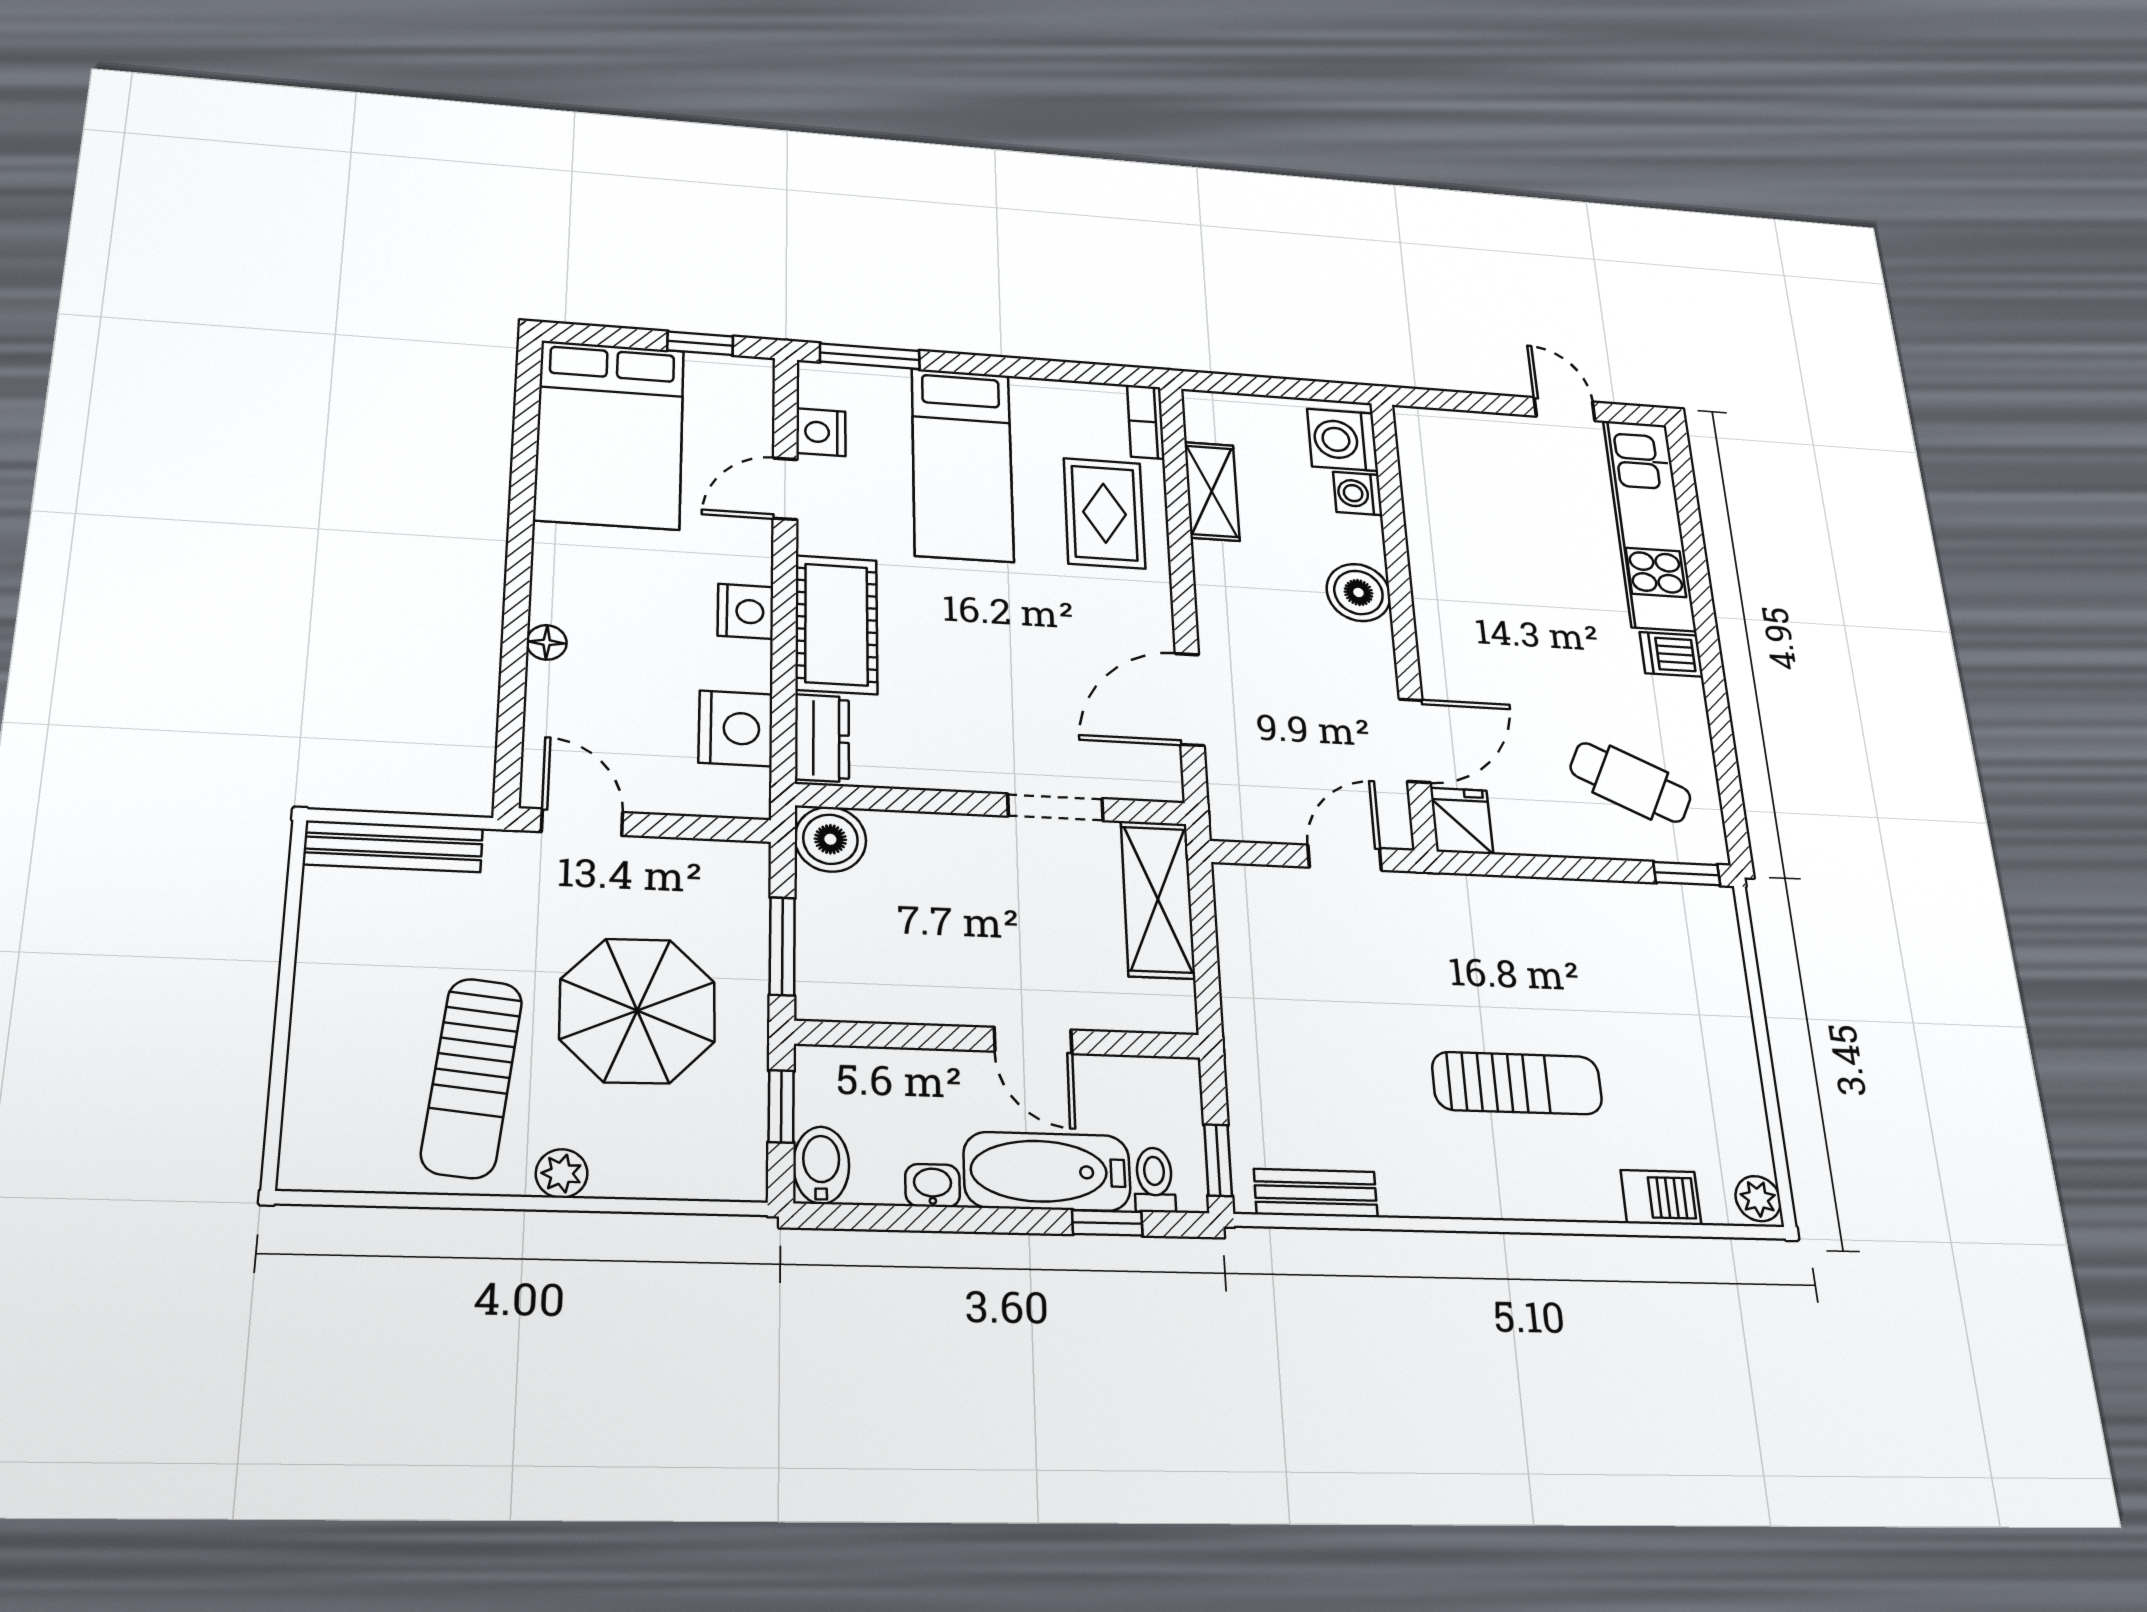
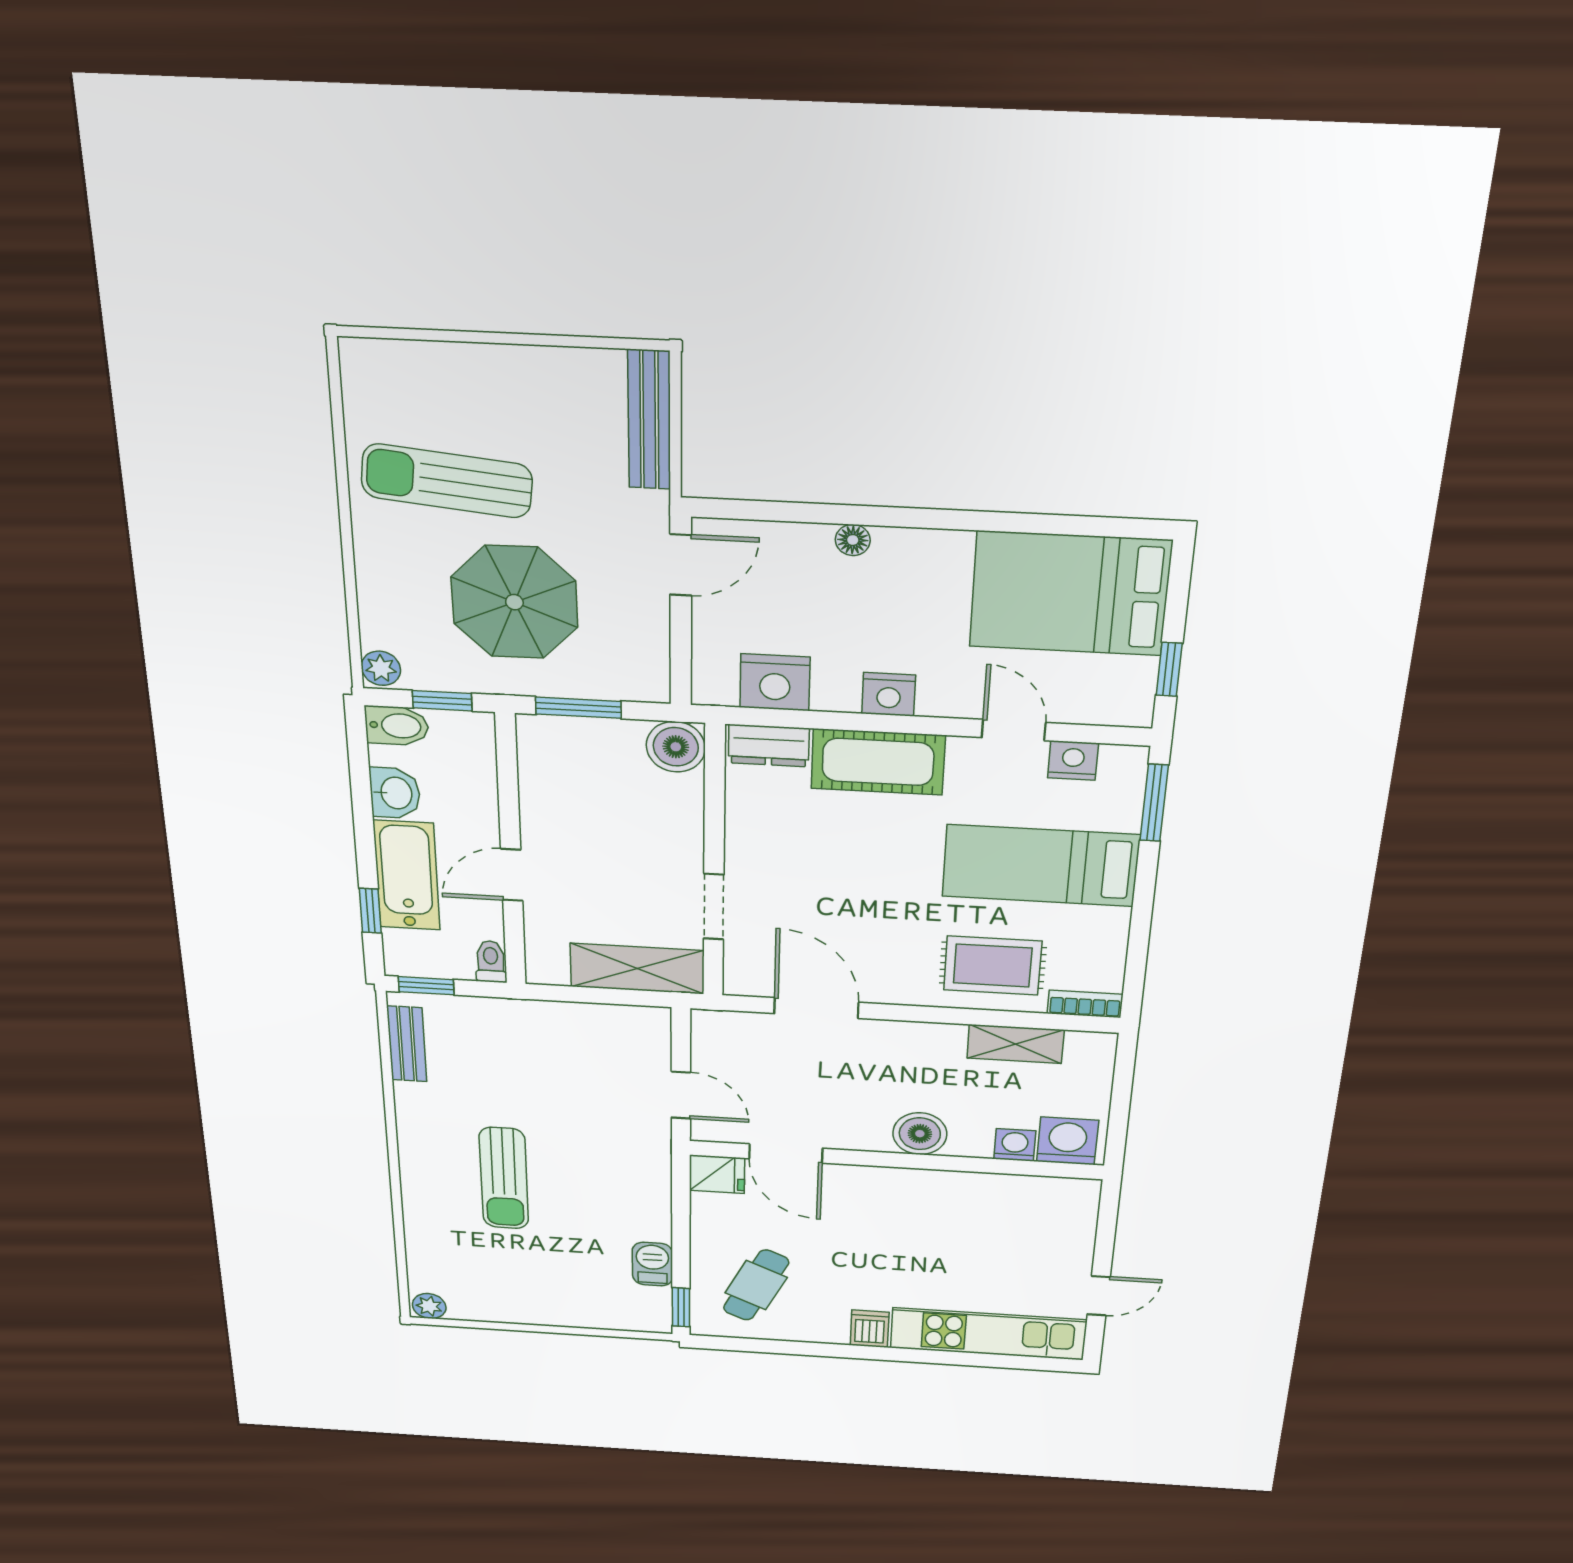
plant: (562, 1173) -> (381, 668), moved
toilet: (1154, 1180) -> (491, 962), moved, turned -90
washbasin: (933, 1185) -> (395, 793), width x1.38, depth x1.45
barbecue: (1661, 1198) -> (652, 1264), moved, turned 180

